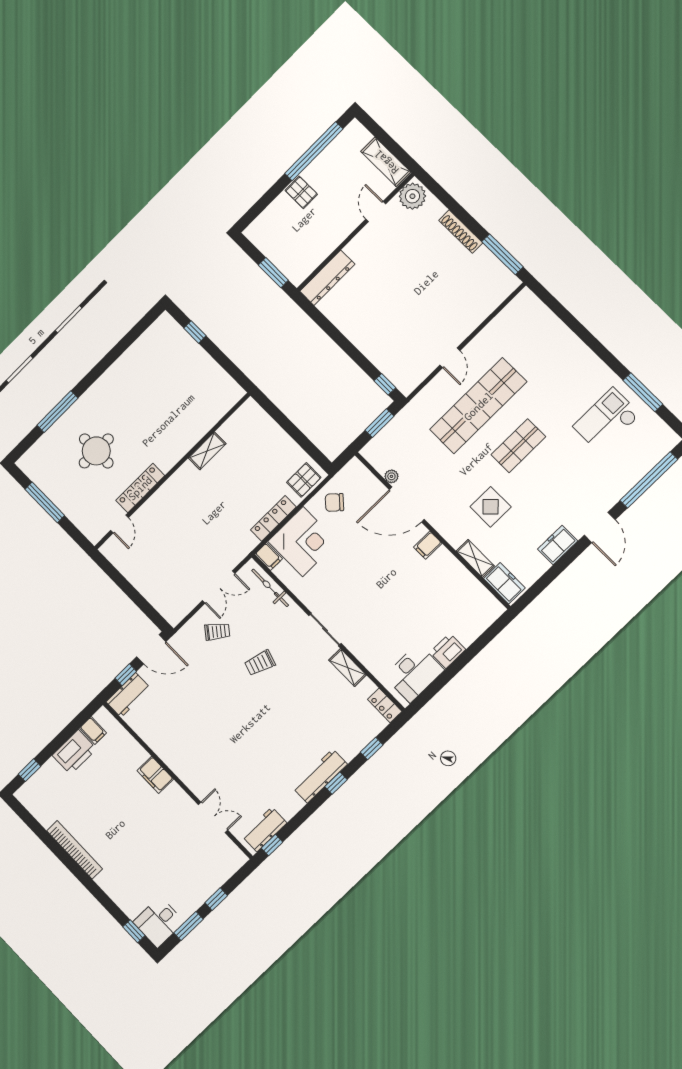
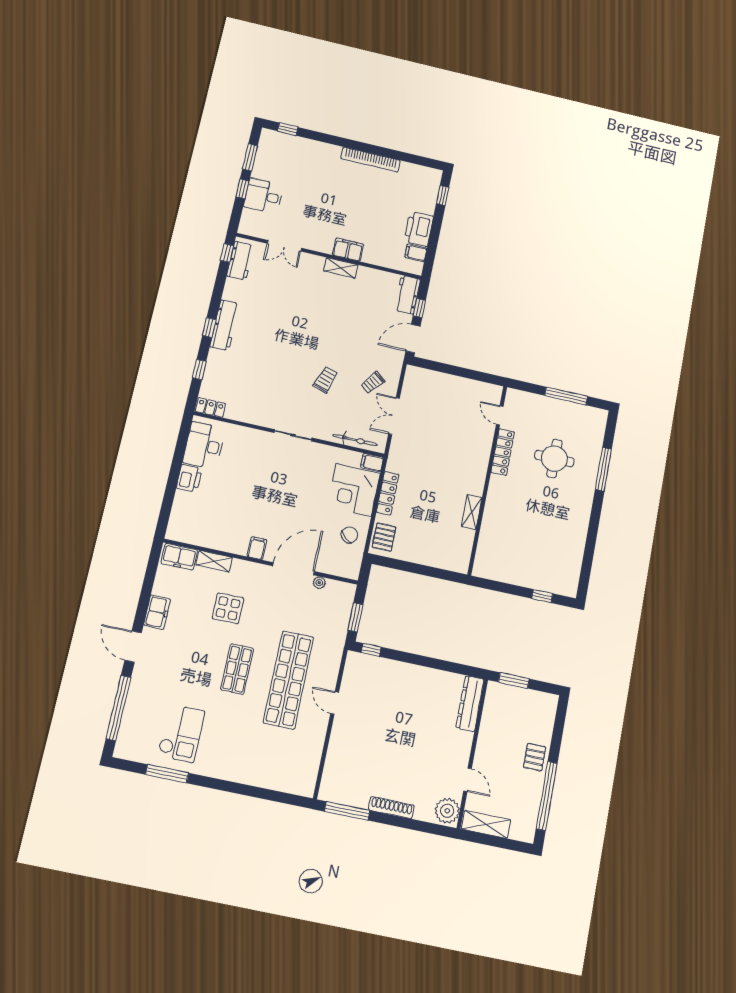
pallet: (301, 192) -> (535, 757), turned 90
shelving: (348, 667) -> (341, 268), moved
desk: (159, 922) -> (264, 196), moved, turned -90

